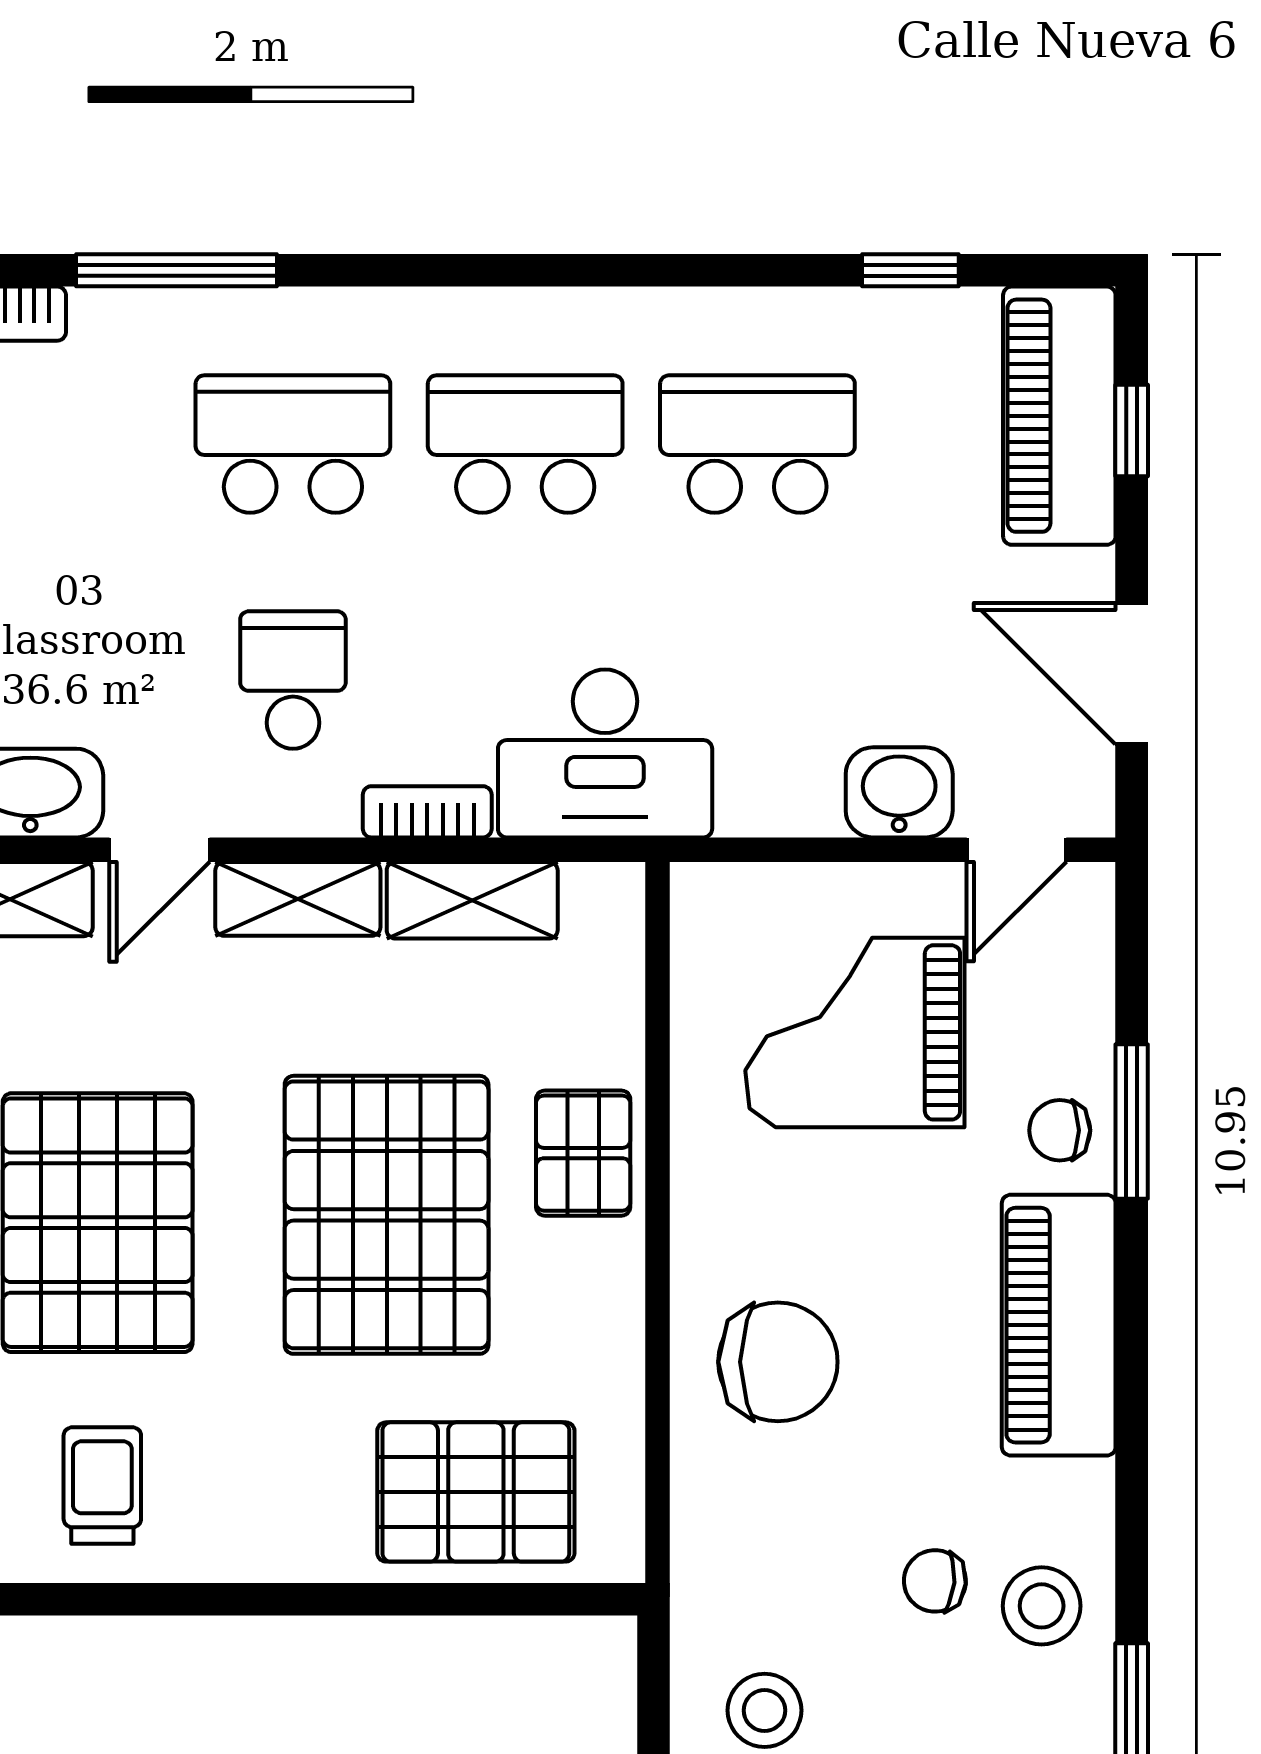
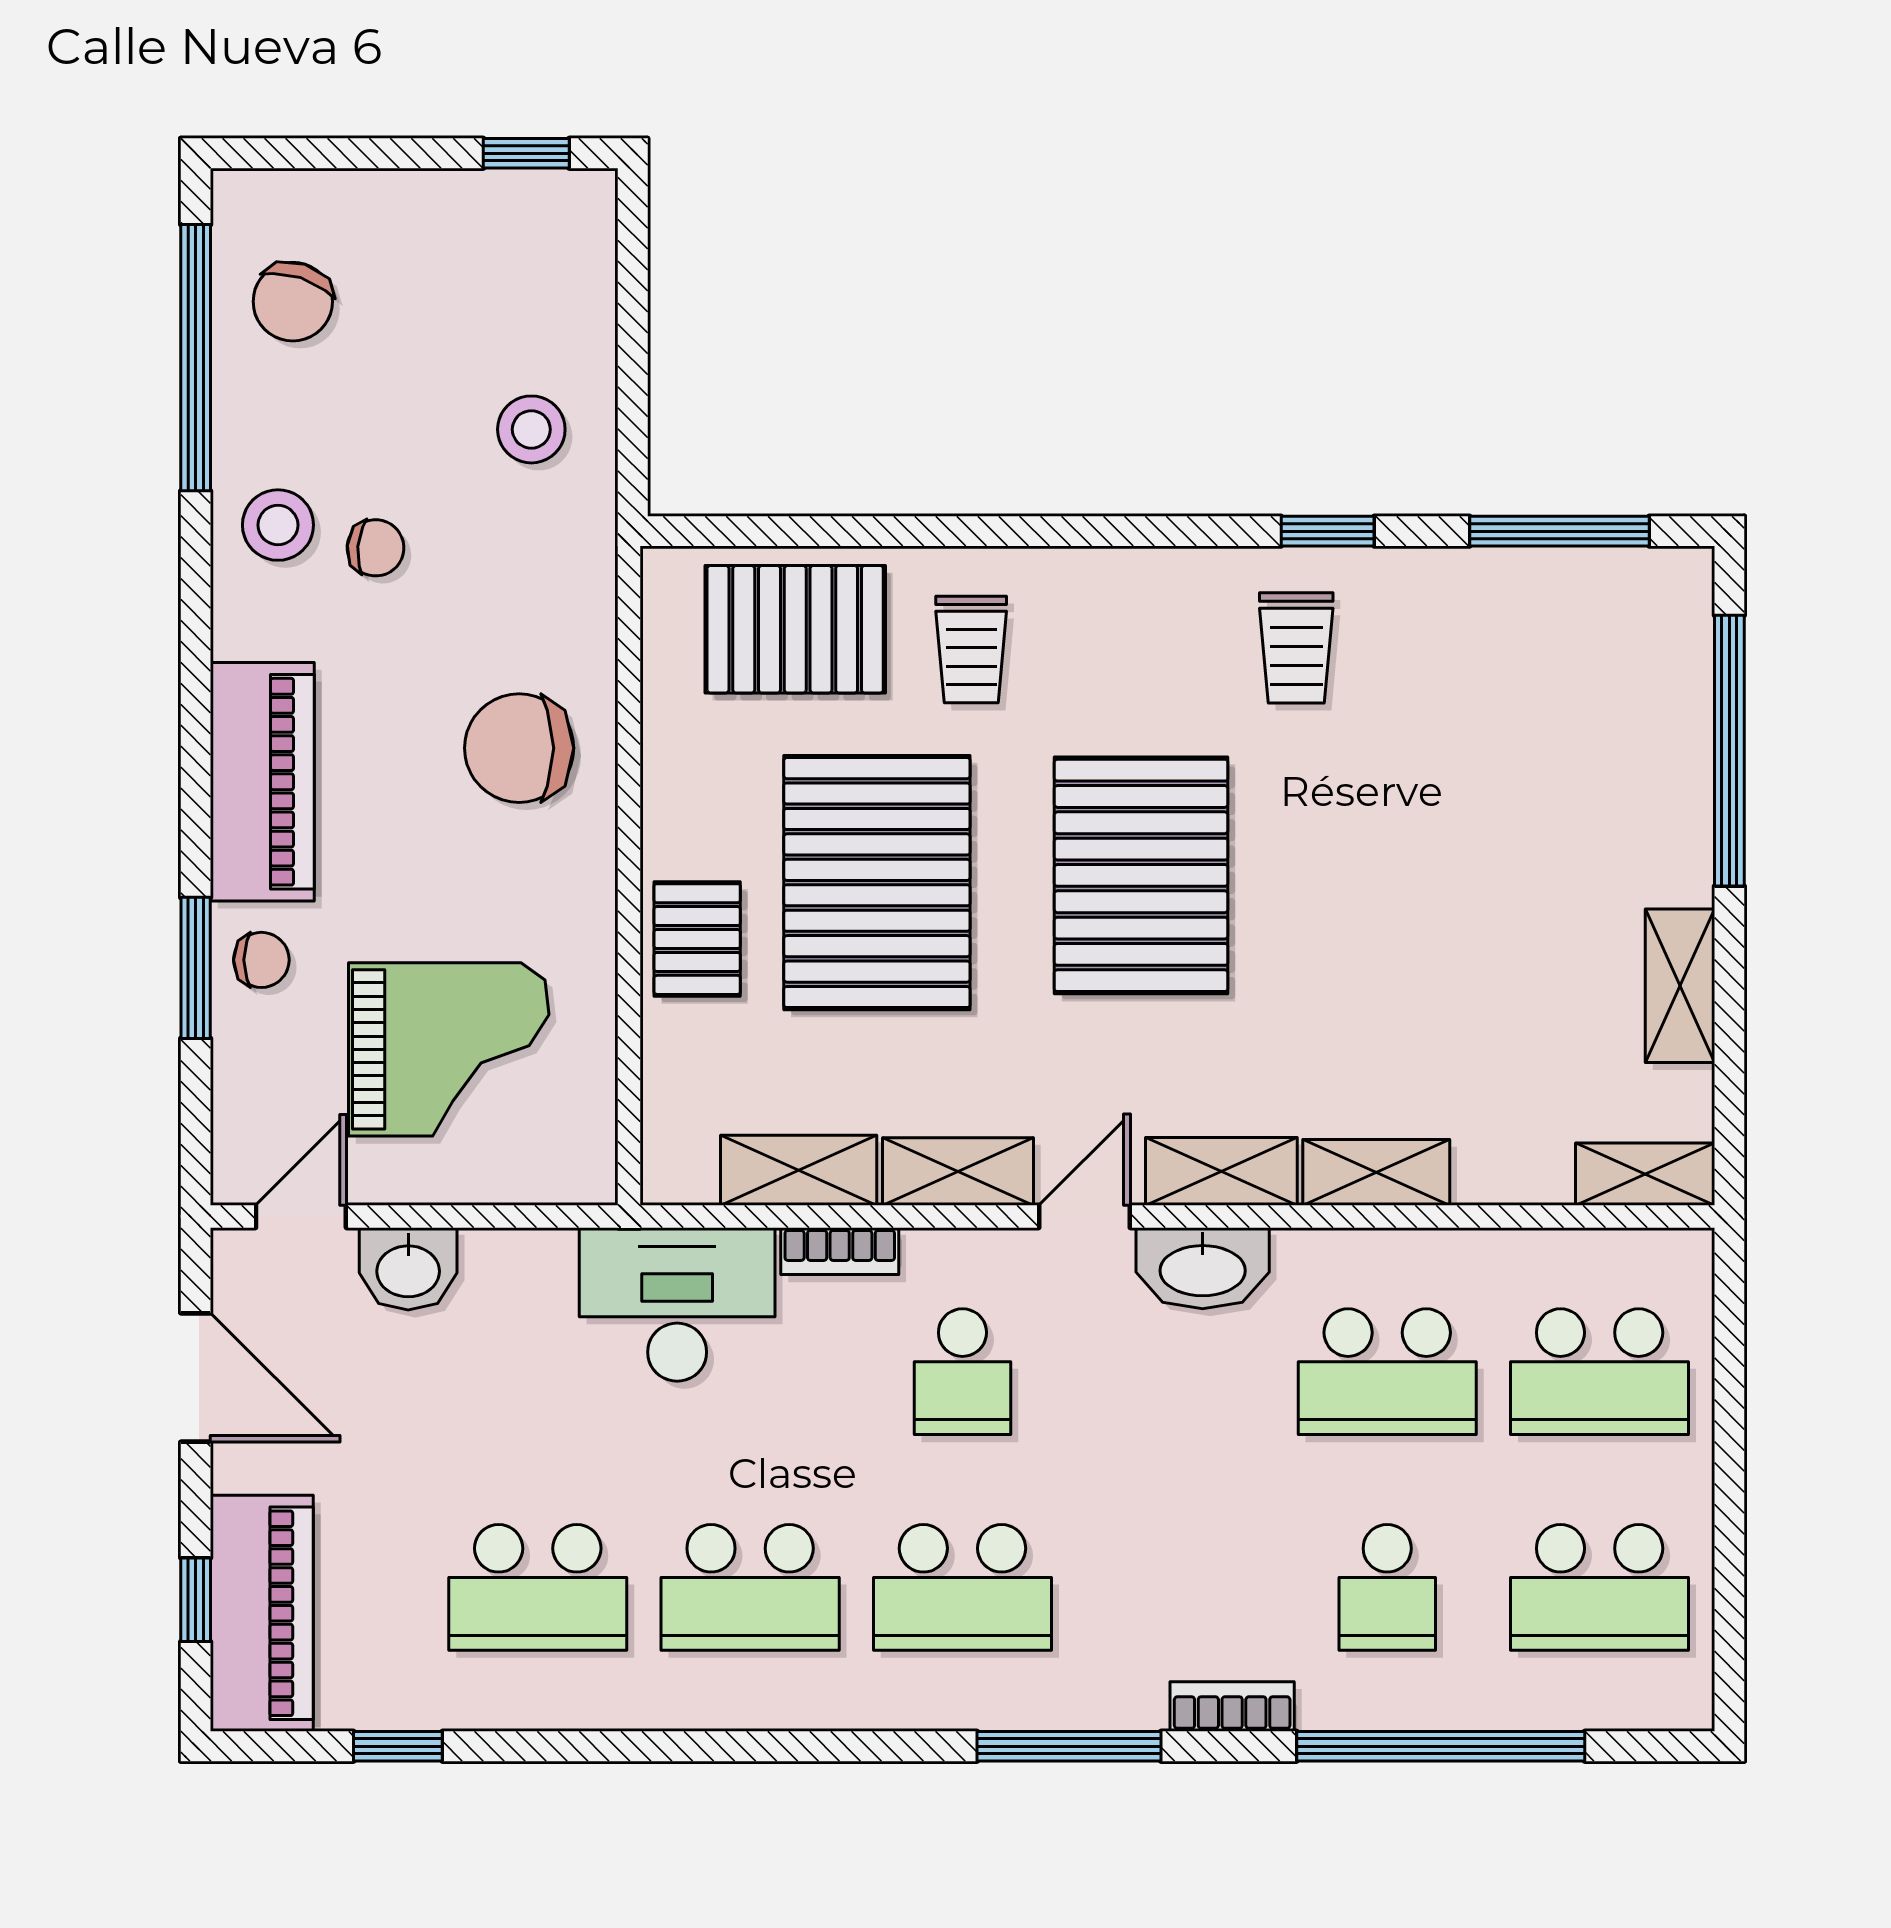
trolley: (102, 1485) -> (971, 650), moved

